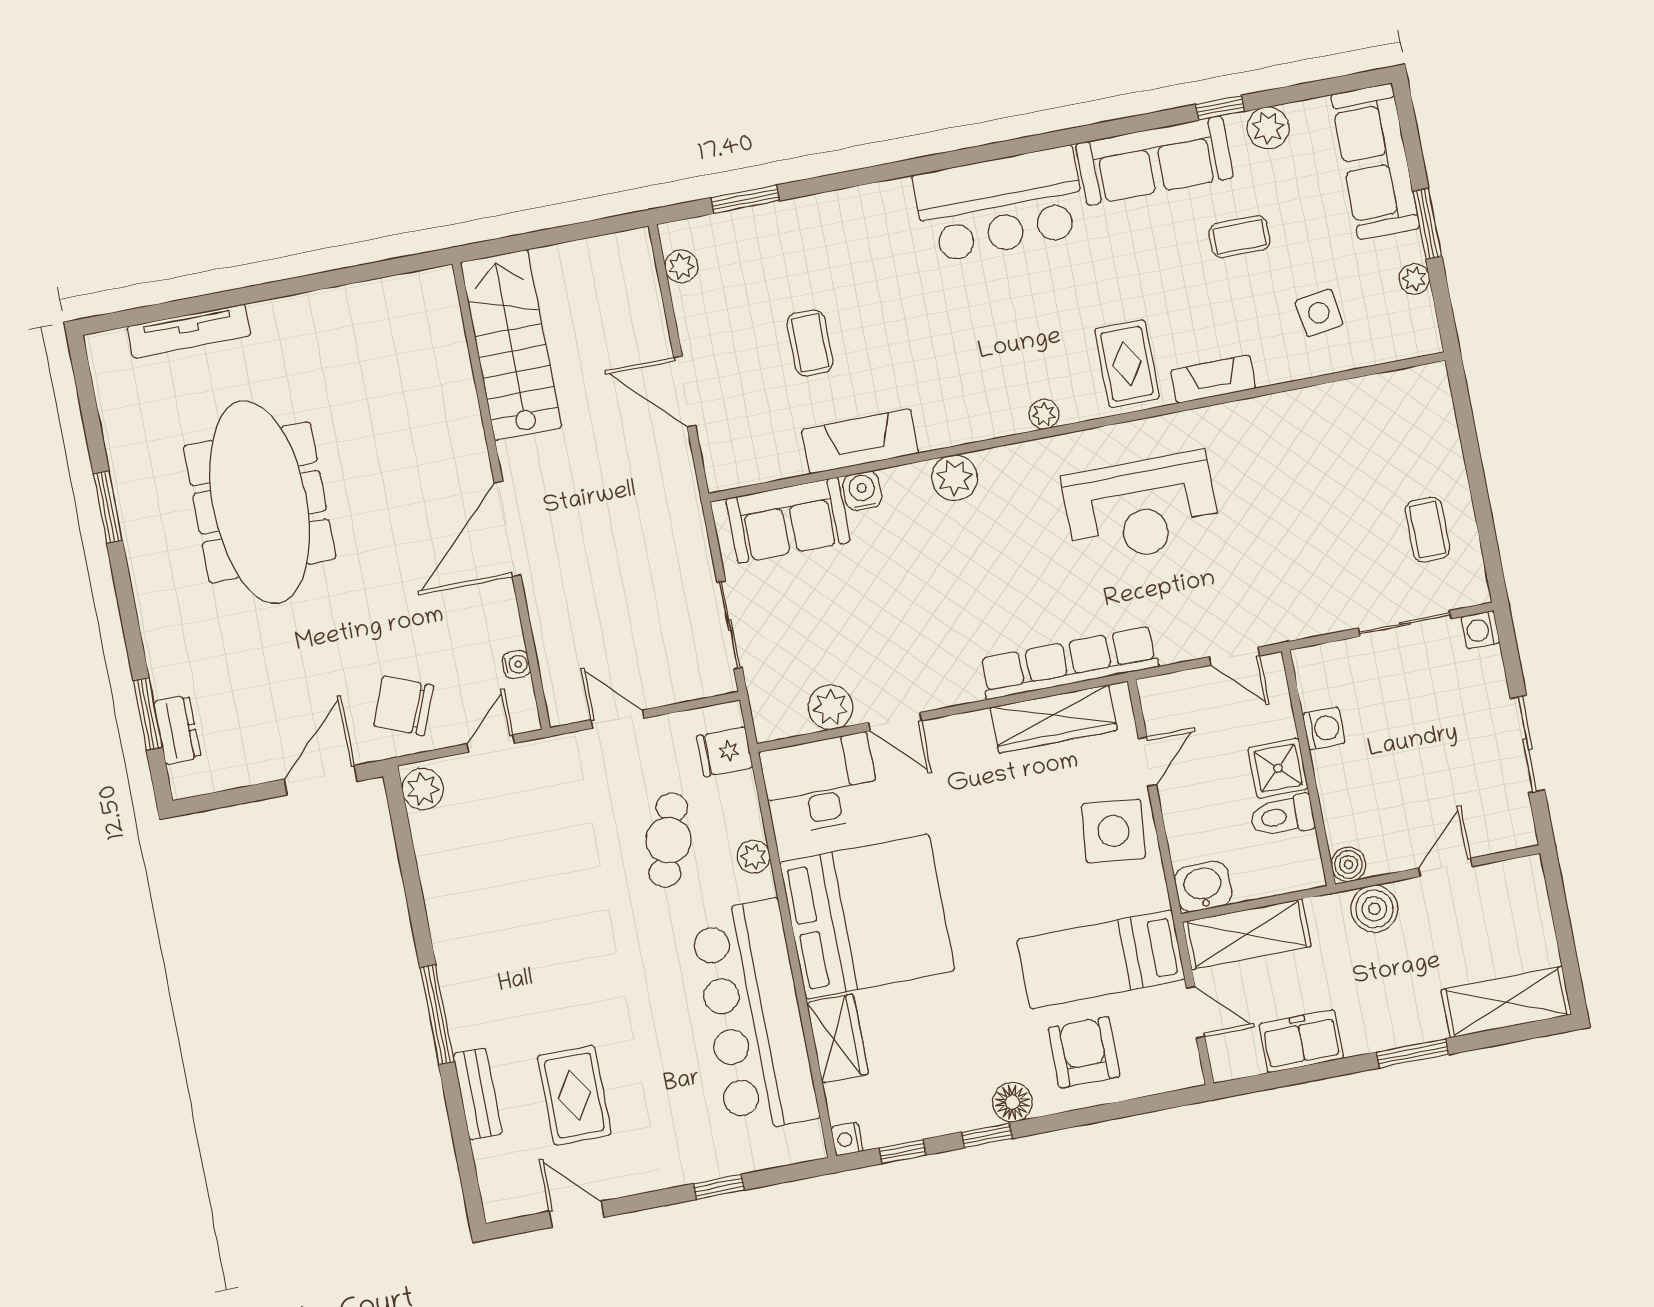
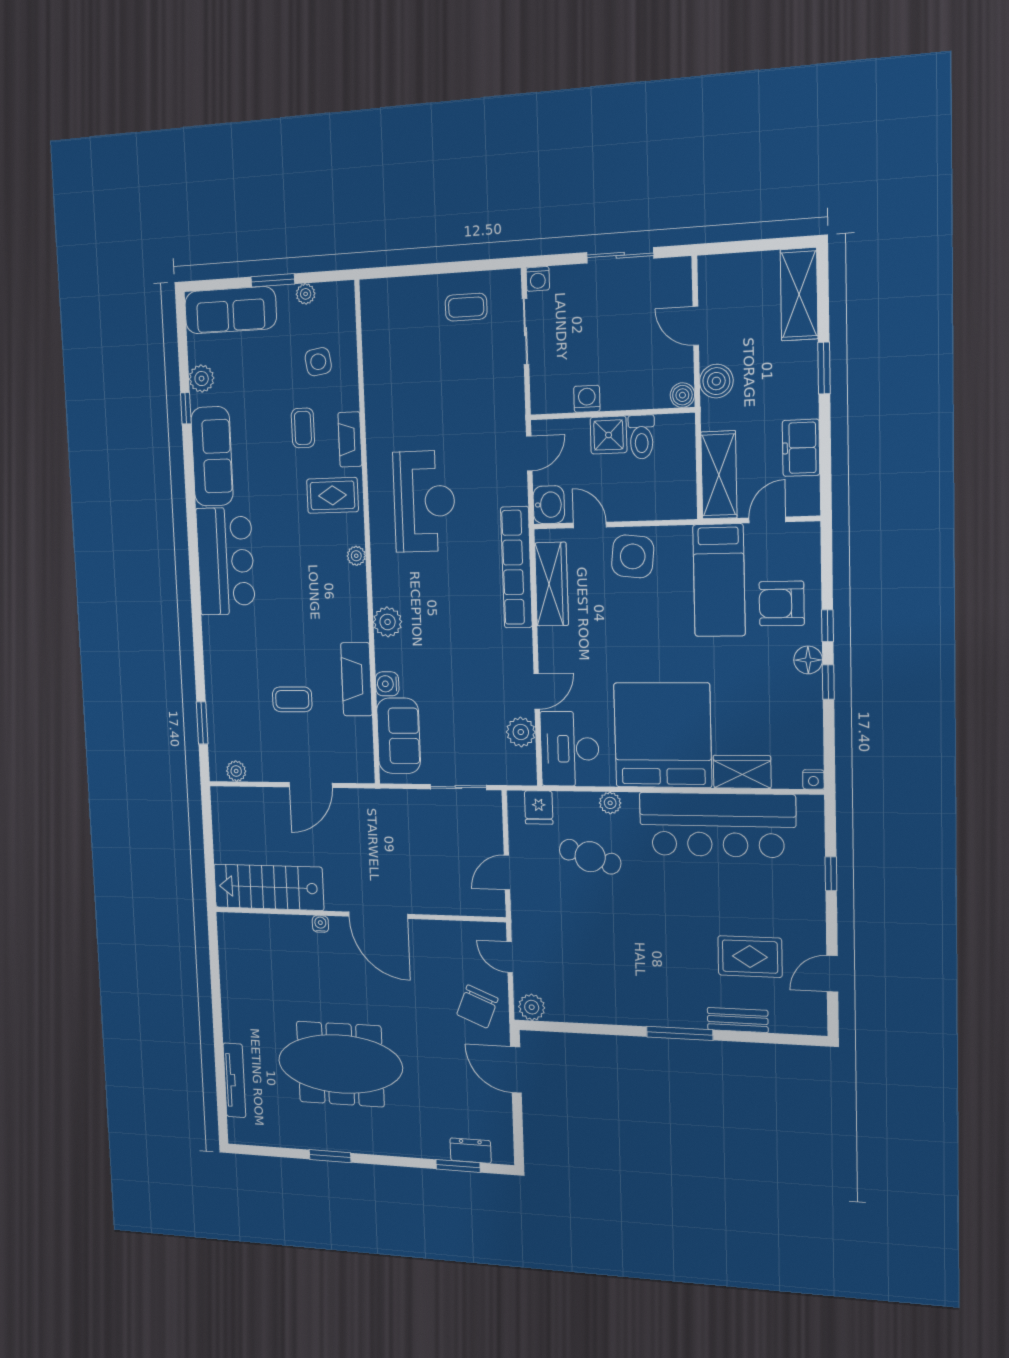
coffee table: (1239, 237) -> (303, 428), moved
water cooler: (516, 664) -> (320, 924), moved
washbasin: (1203, 887) -> (549, 505), moved, turned 180
window: (903, 1151) -> (828, 626), moved

